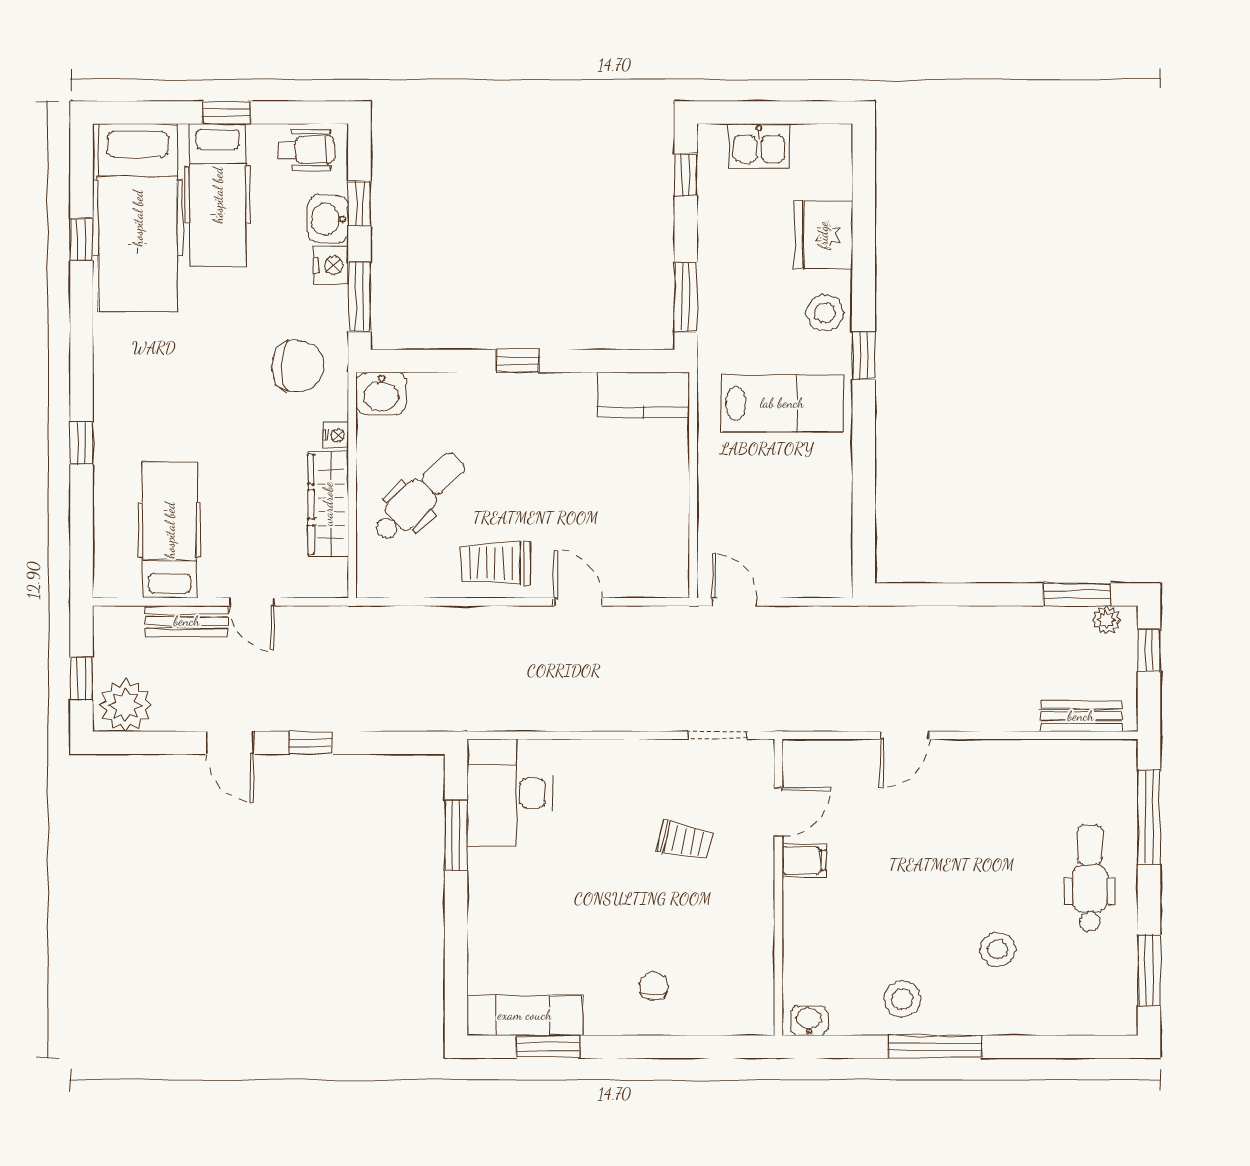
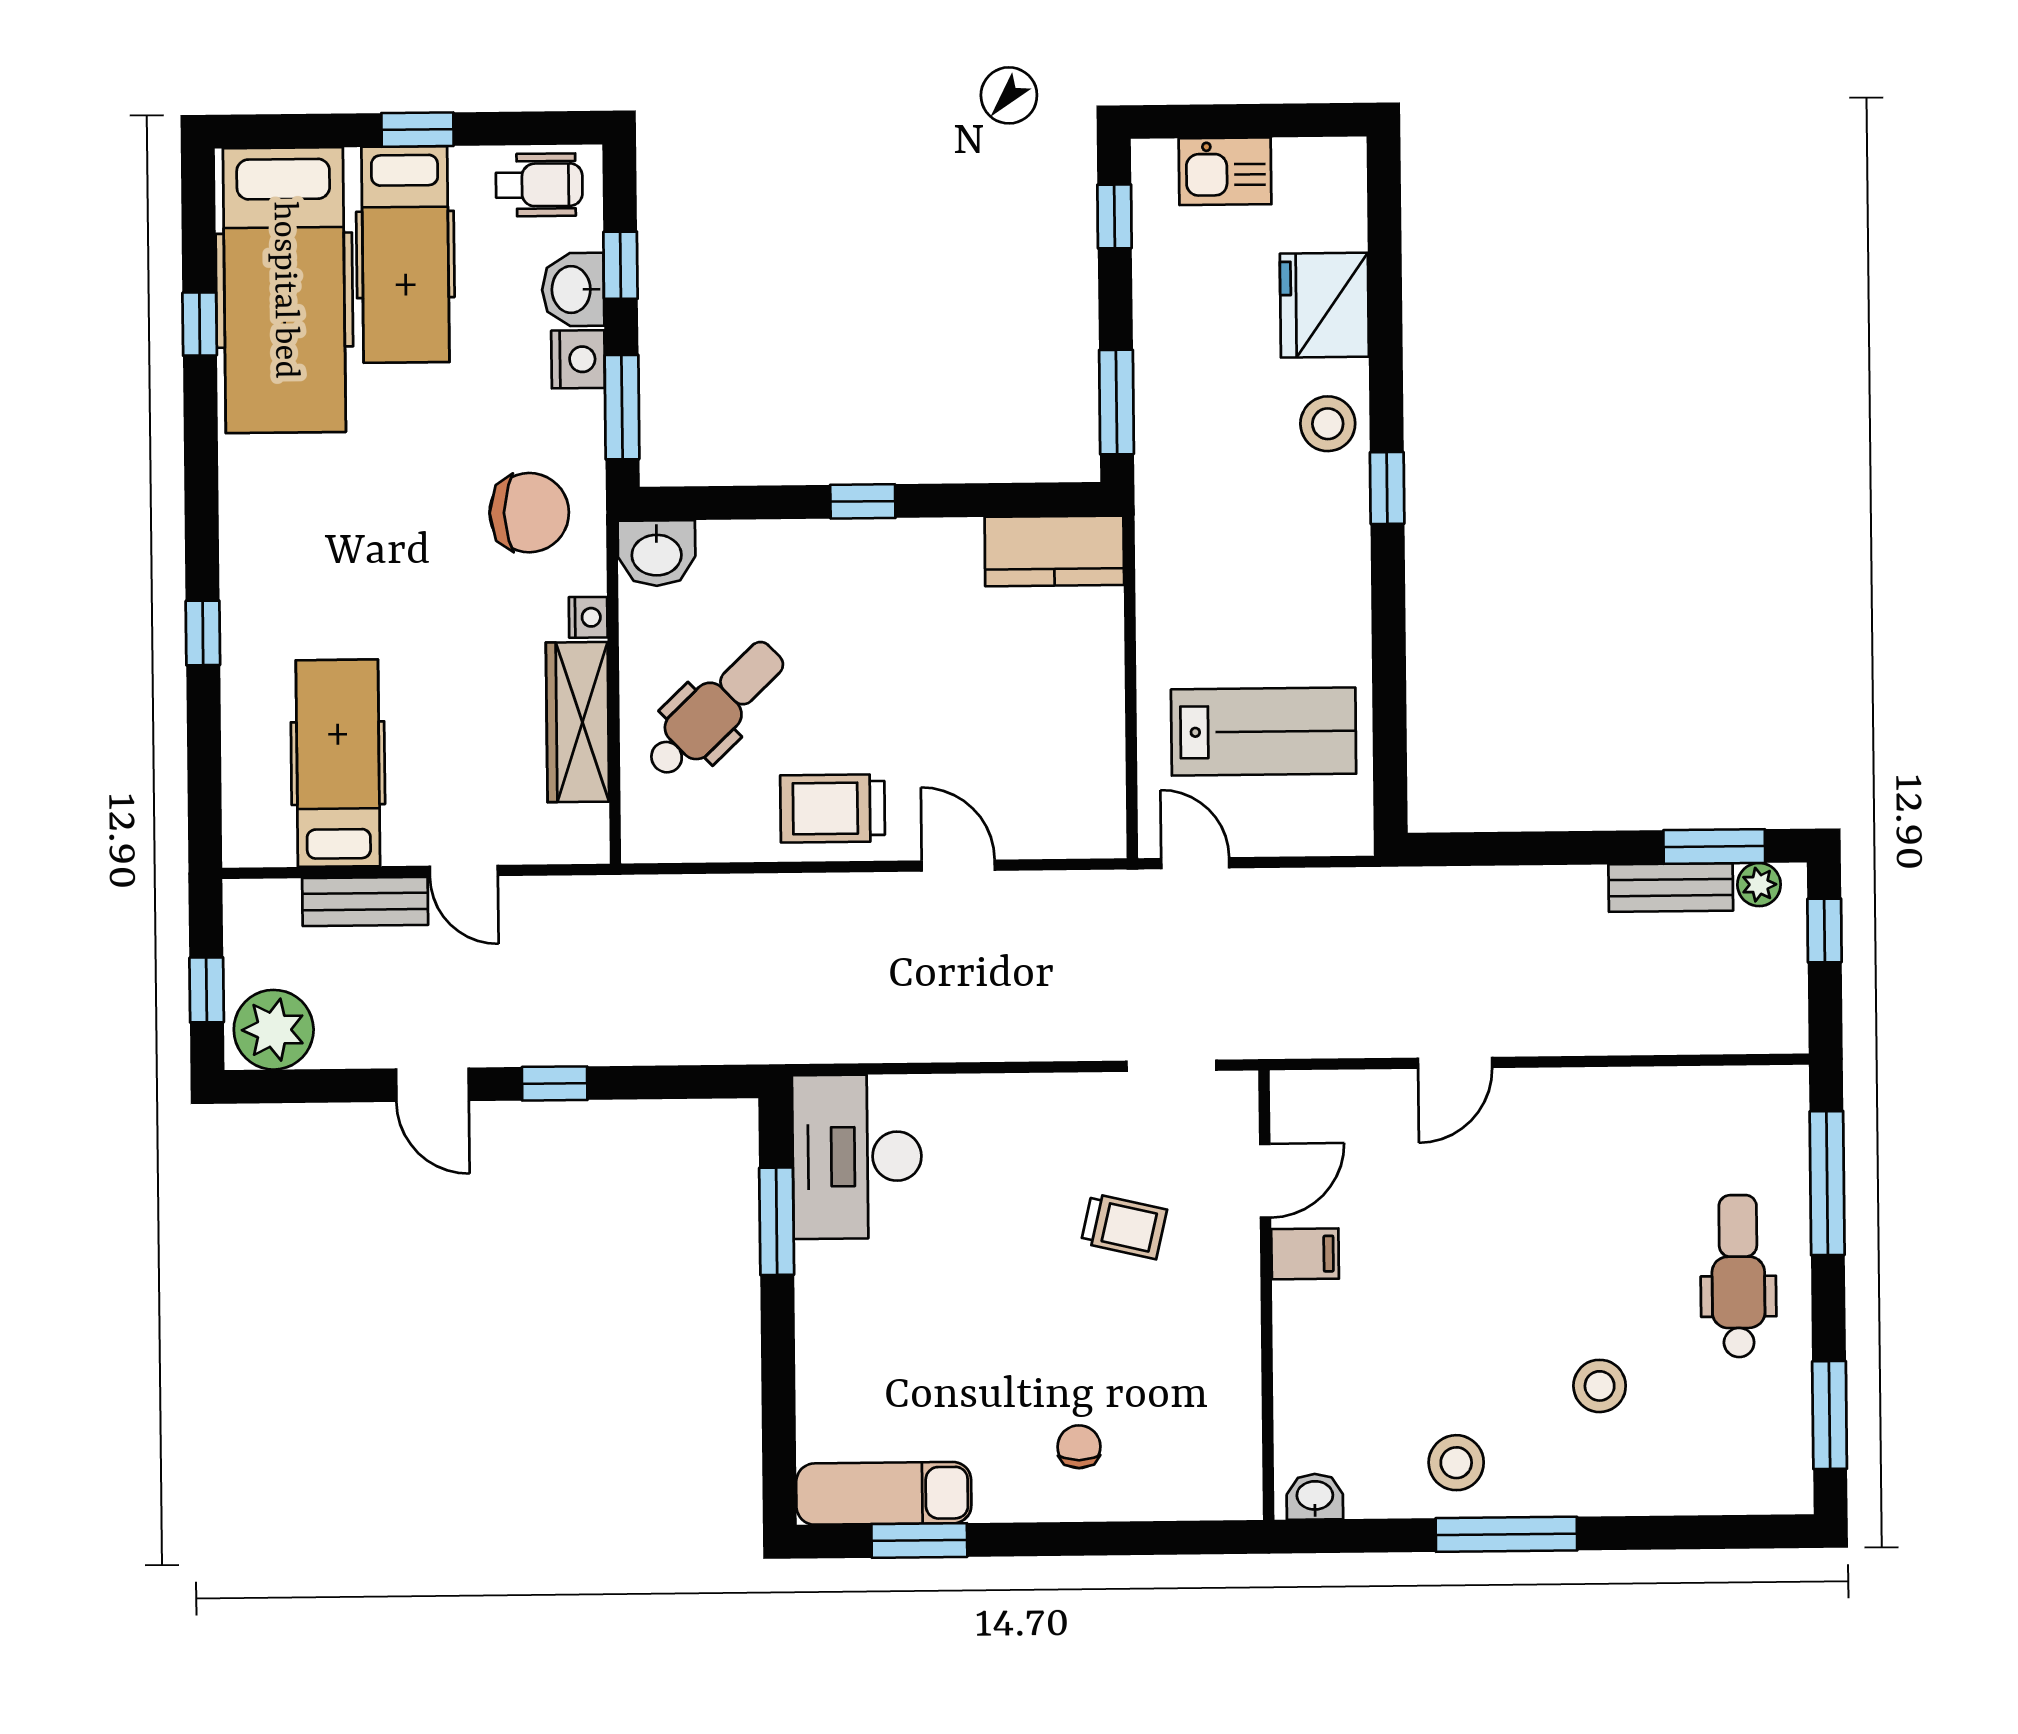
lab bench: (782, 403) -> (1264, 732), moved
bench: (1081, 716) -> (1671, 888), moved

